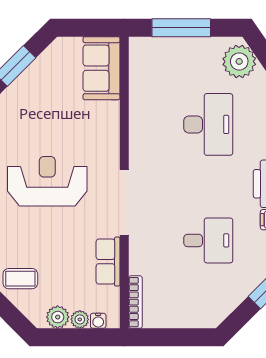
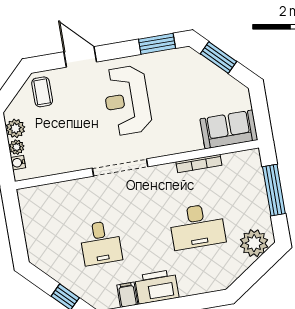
reception desk: (47, 181) -> (127, 100), turned 180
row of seats: (108, 262) -> (69, 162), removed
bookcase: (135, 302) -> (199, 164), moved

